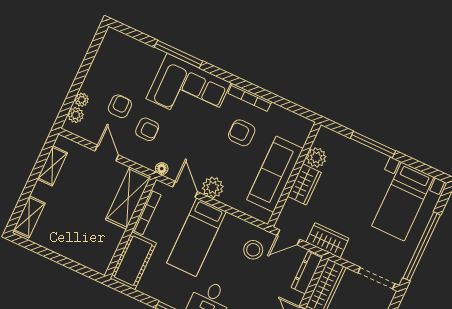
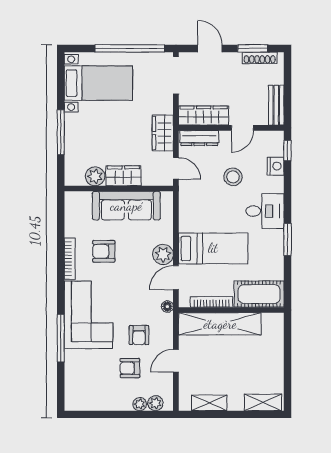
armchair: (147, 129) -> (139, 335), turned 180
armchair: (242, 133) -> (104, 251), turned 90
shelving: (128, 198) -> (220, 324), width x1.47
stool: (253, 250) -> (233, 177), moved

